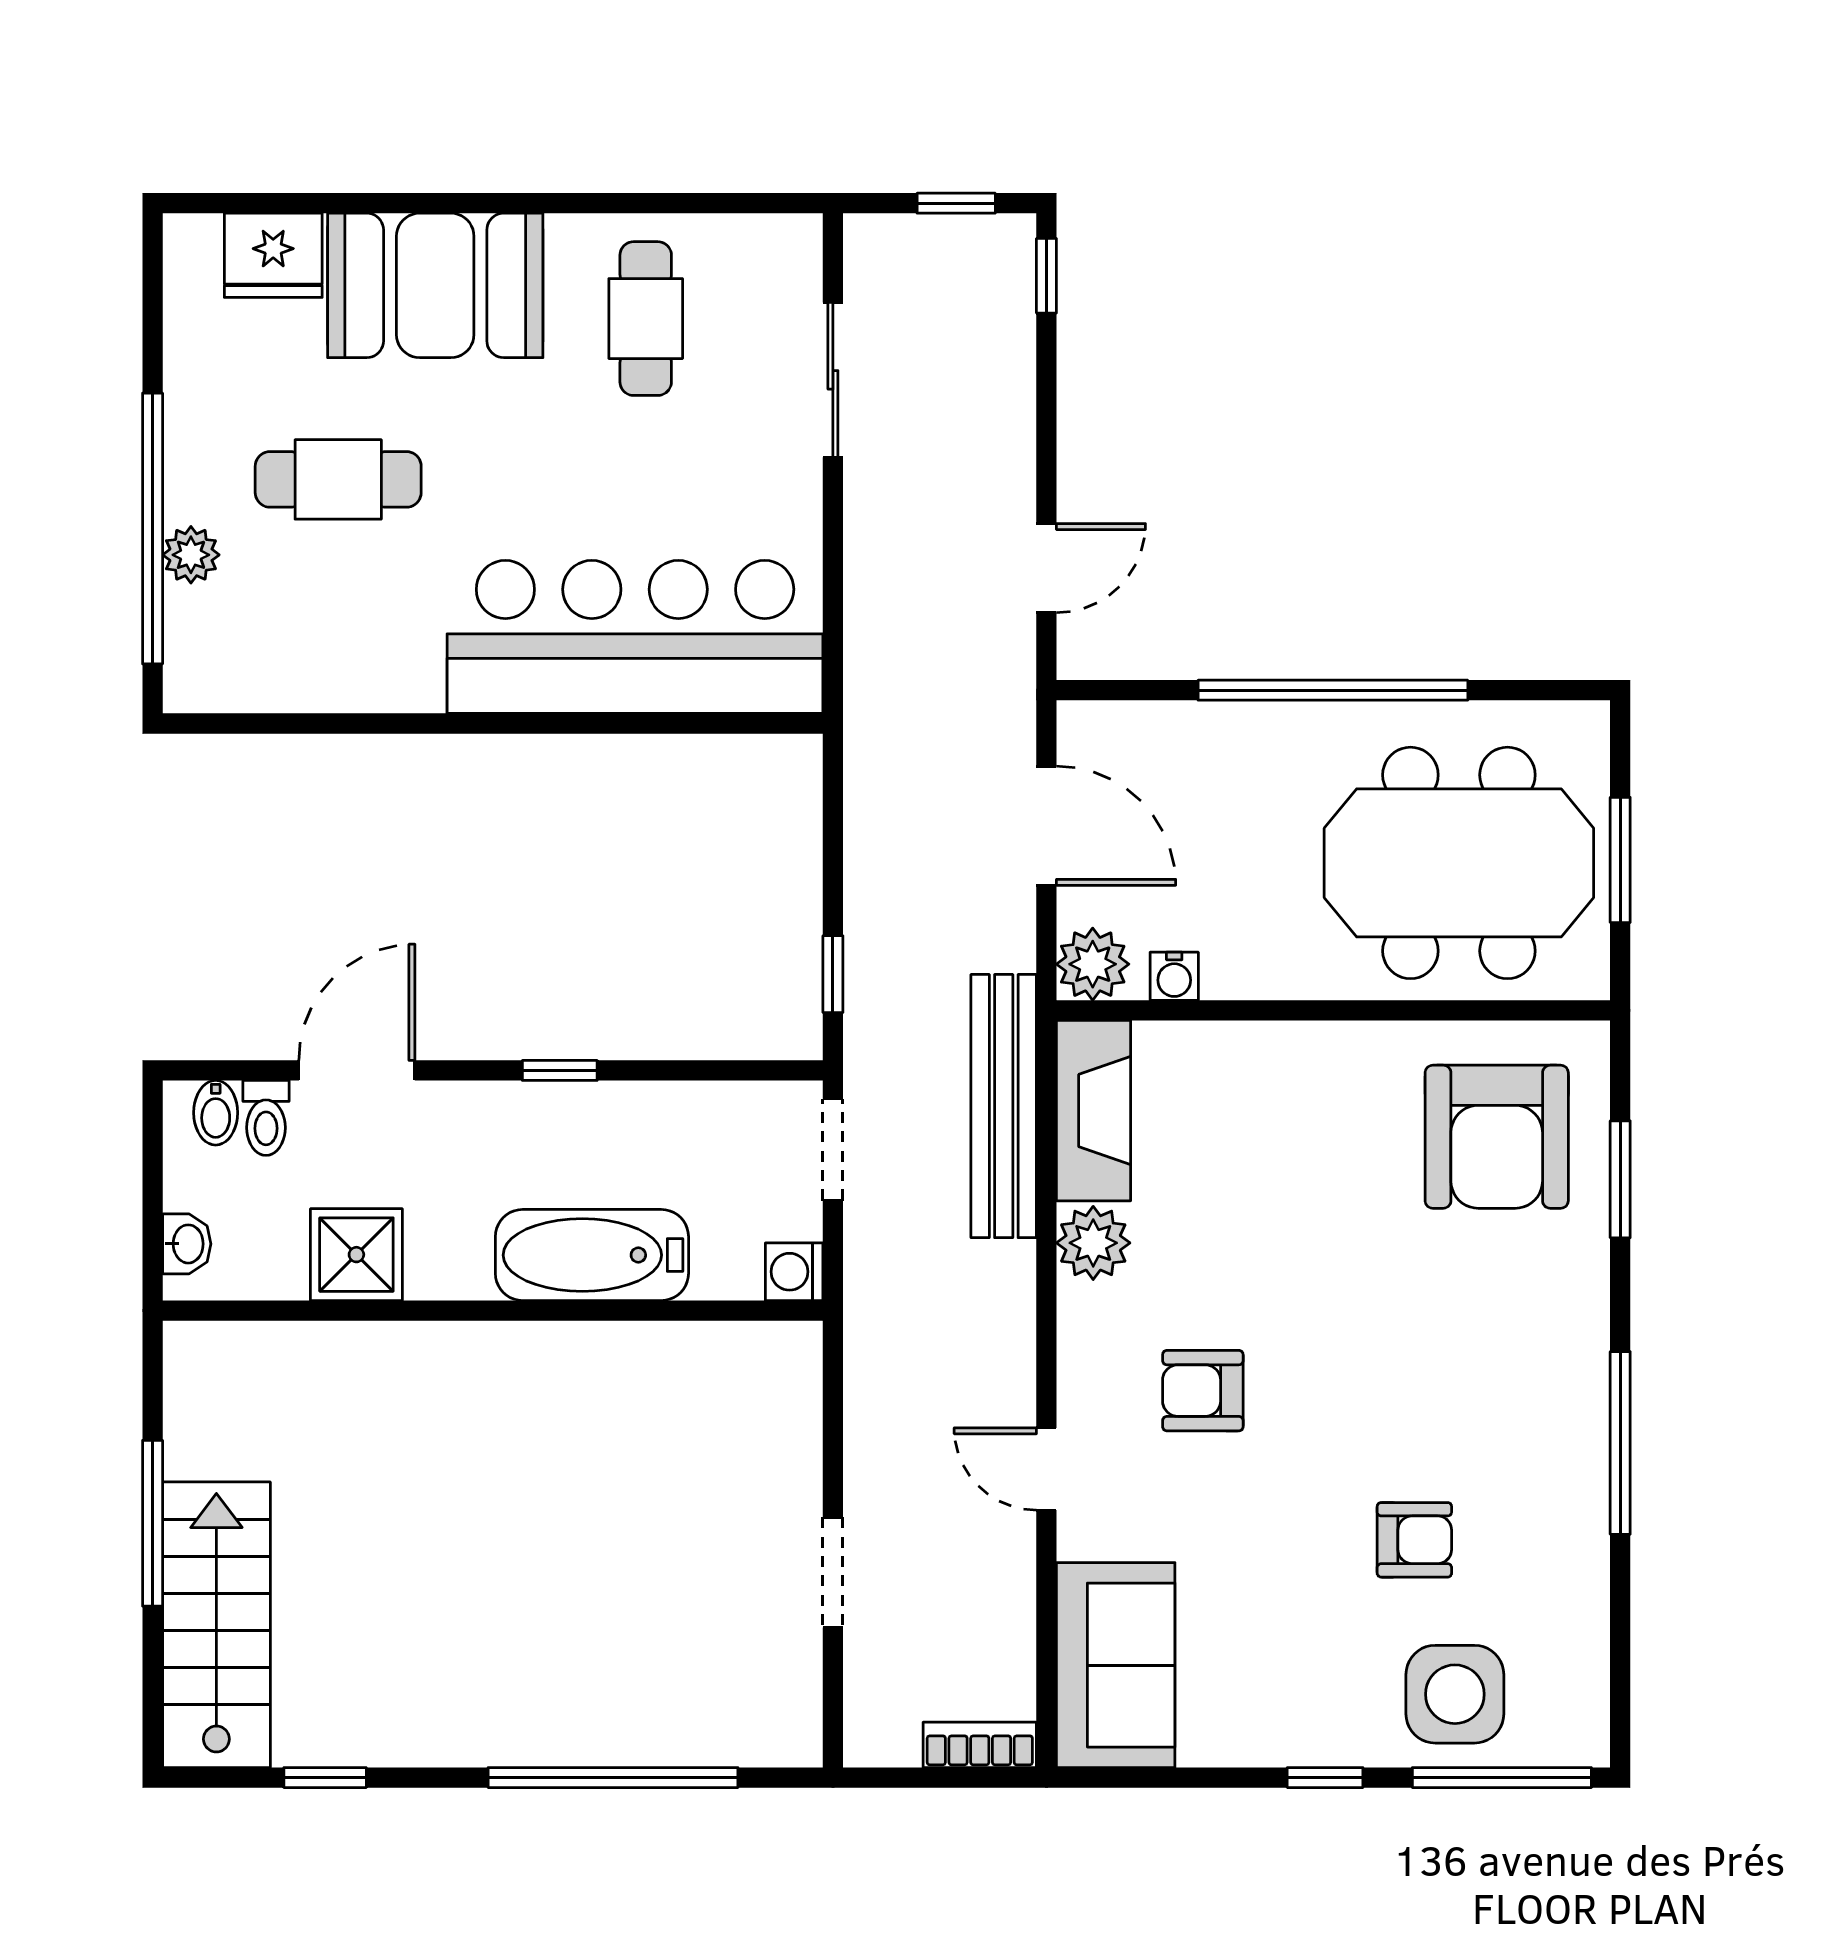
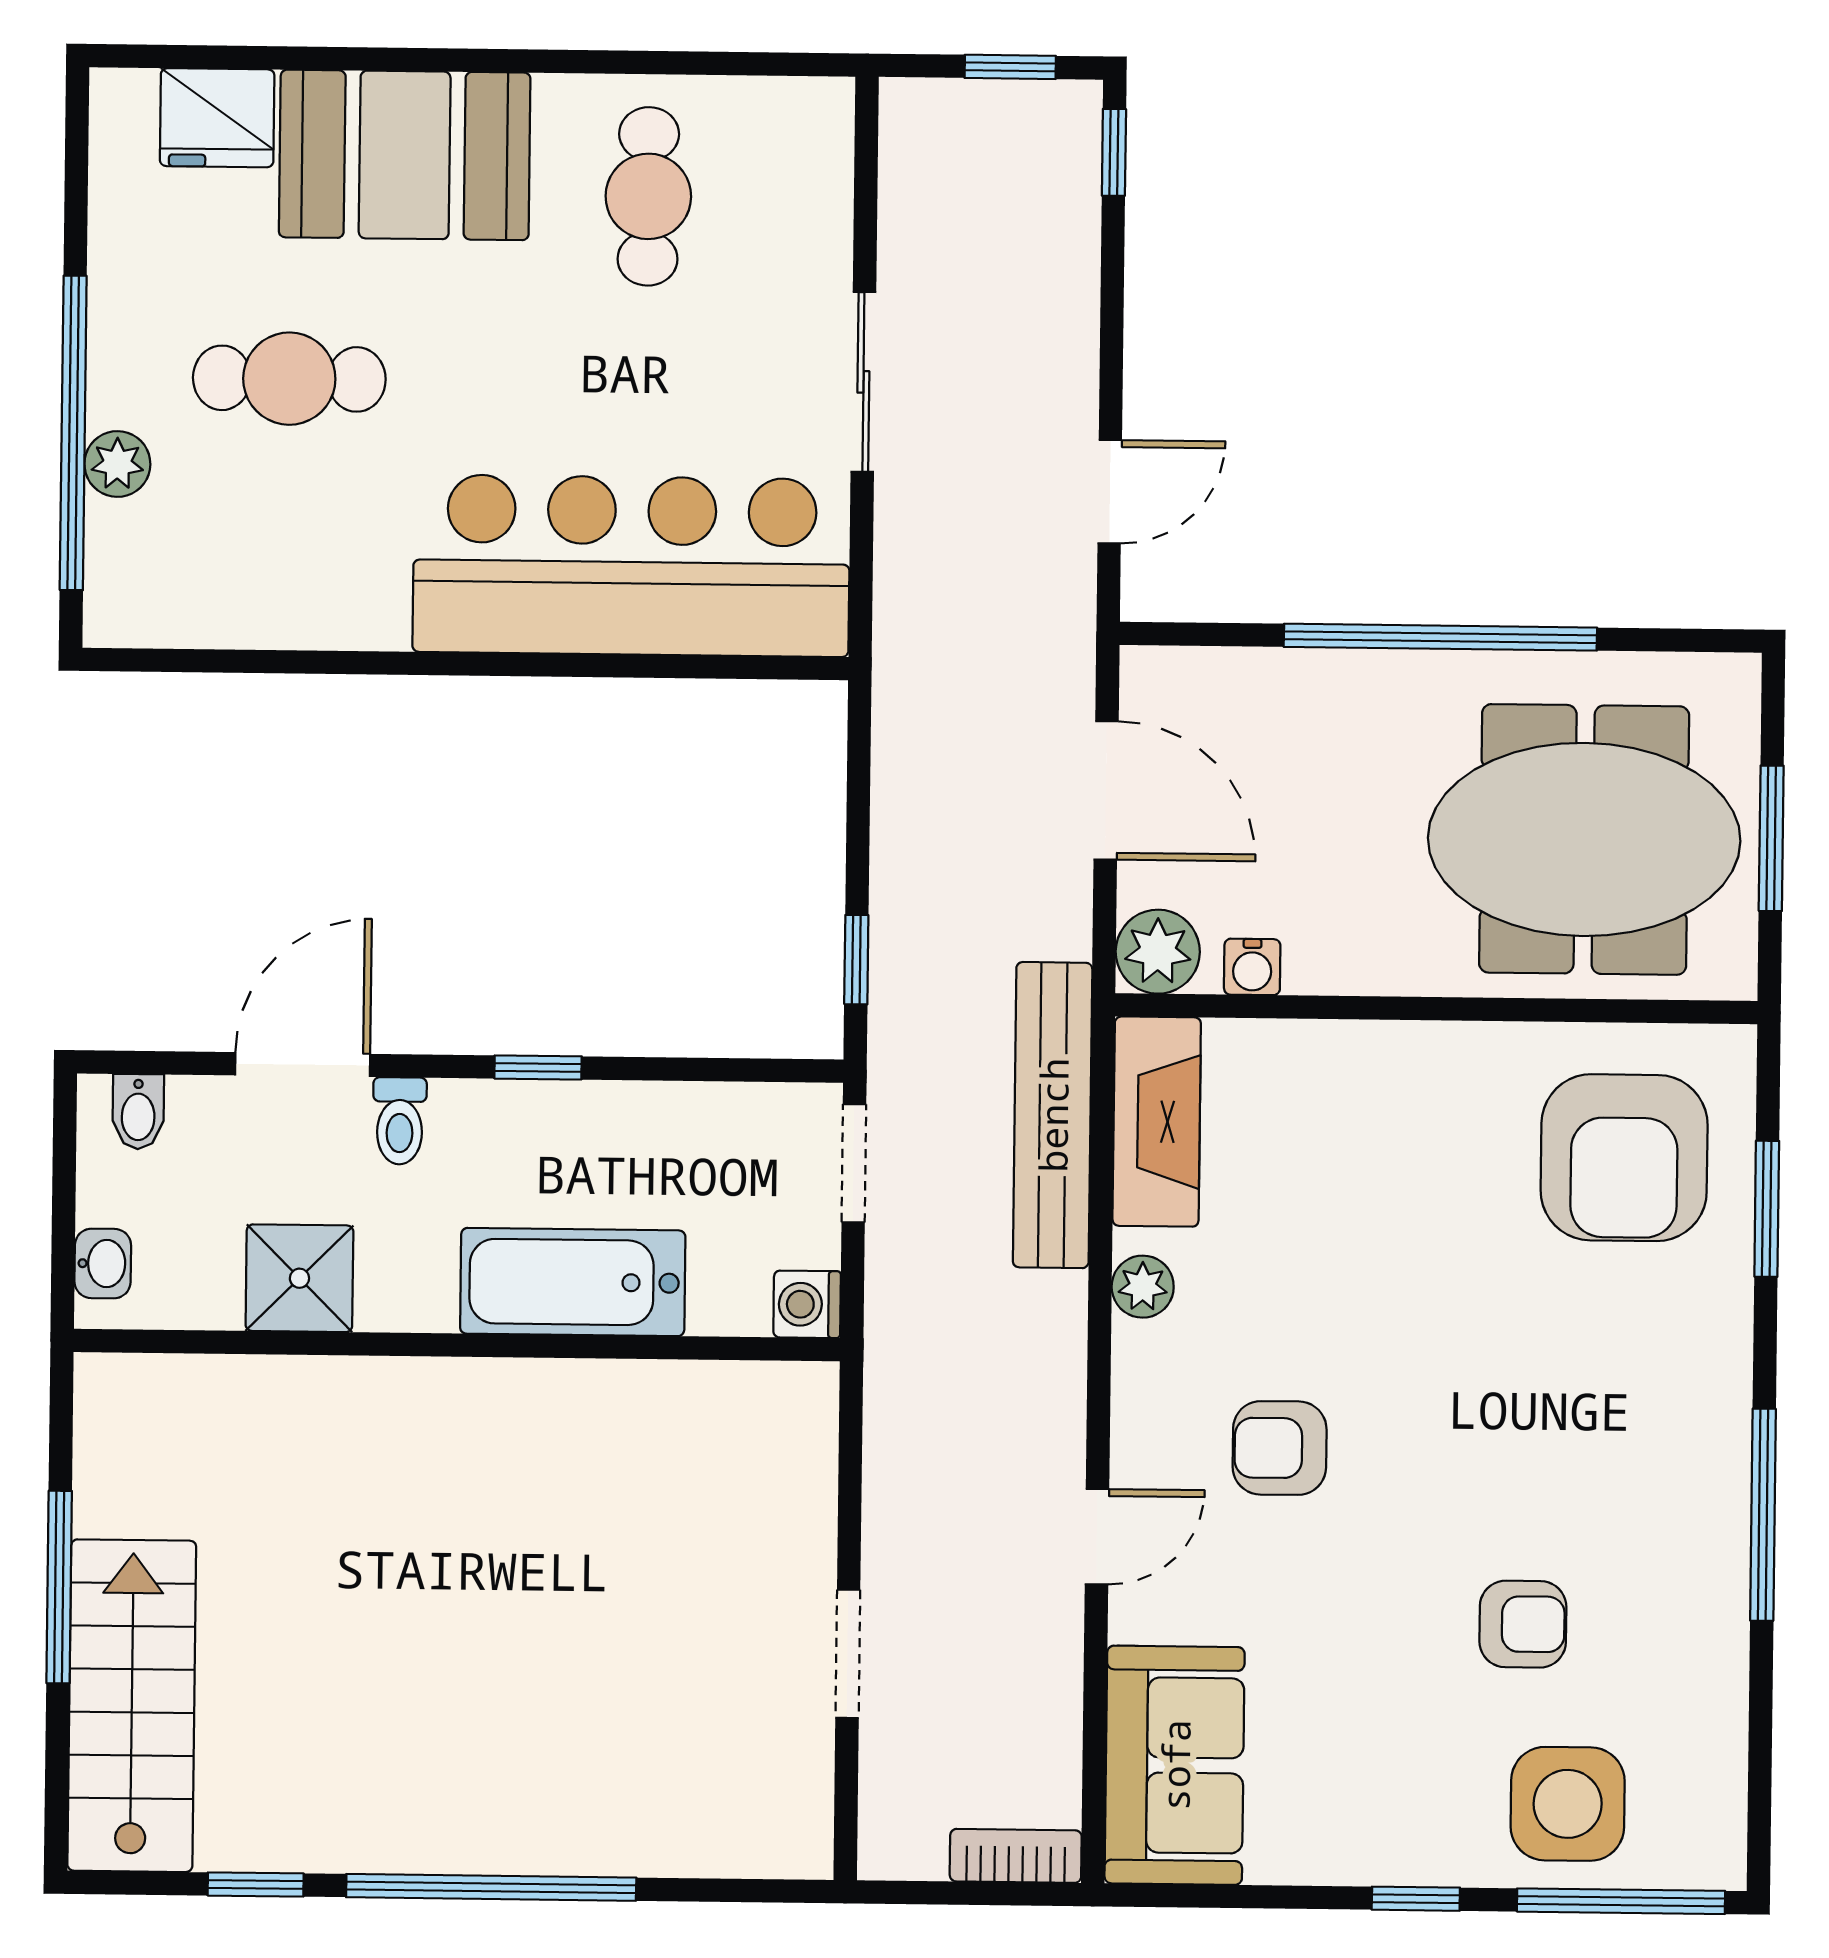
sliding door: (833, 380) -> (863, 382), moved
toilet: (266, 1118) -> (400, 1121), moved
plant: (1093, 1243) -> (1143, 1287), width x0.73, depth x0.73
door: (1046, 1469) -> (1097, 1537), swing flipped
window: (613, 1778) -> (491, 1887), moved

